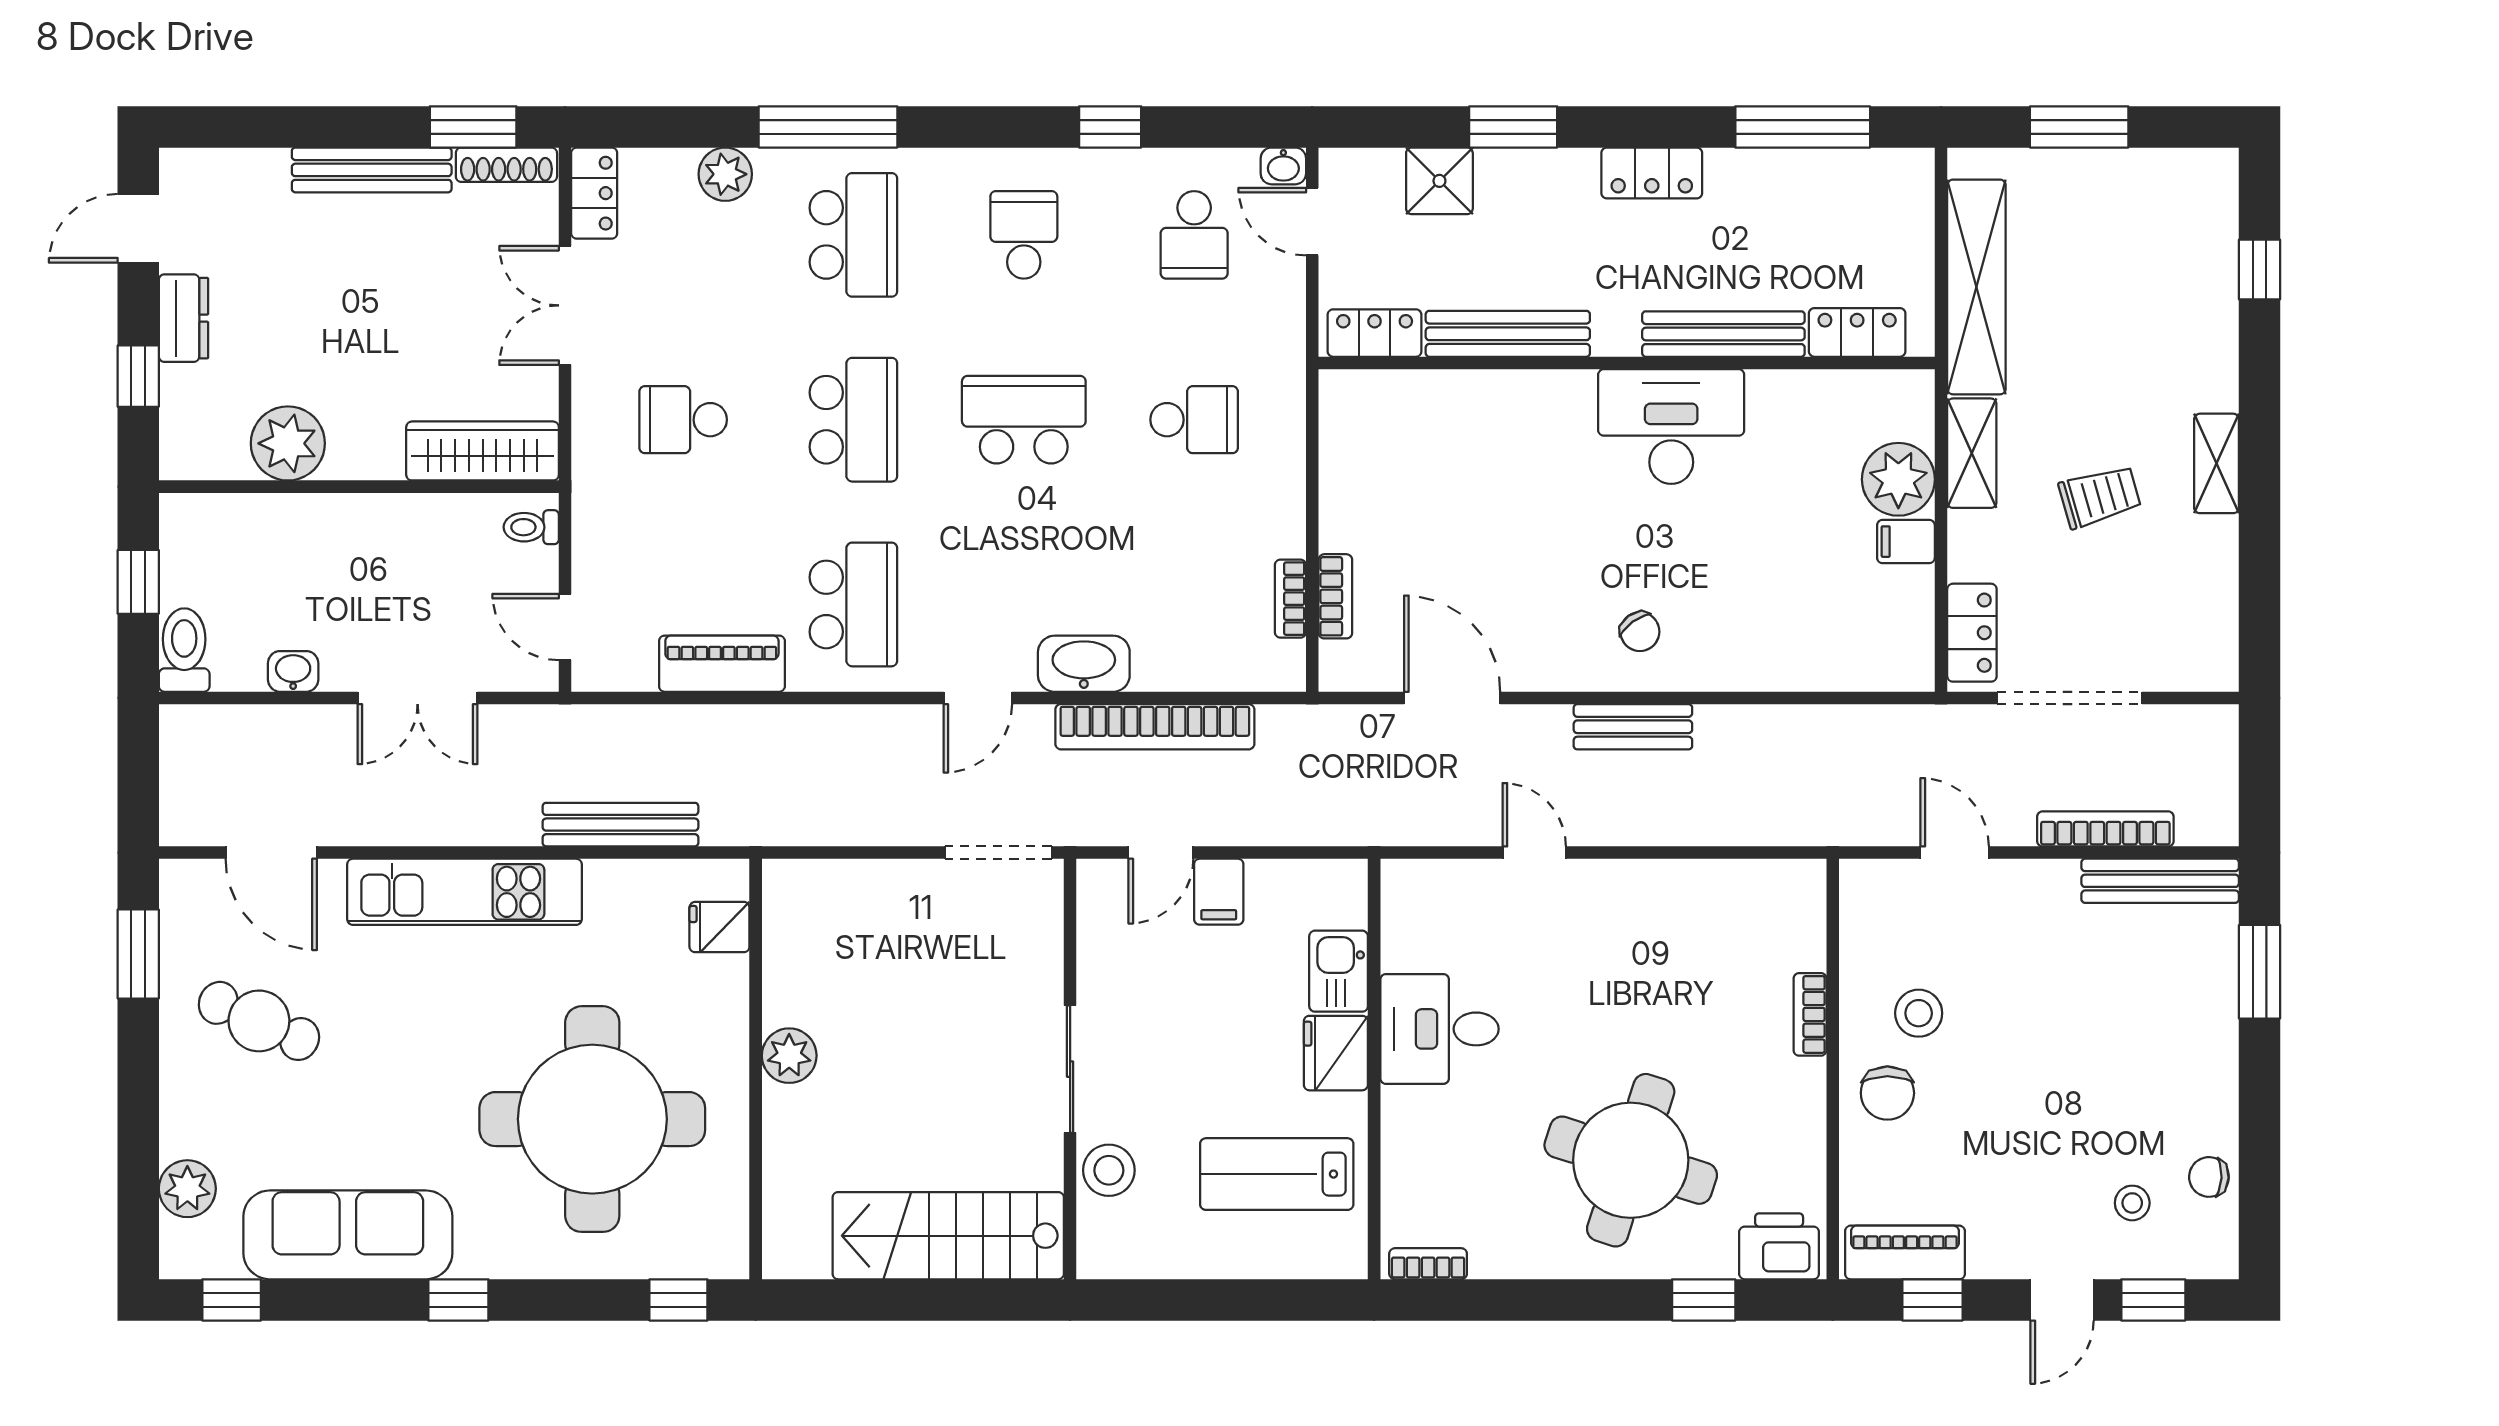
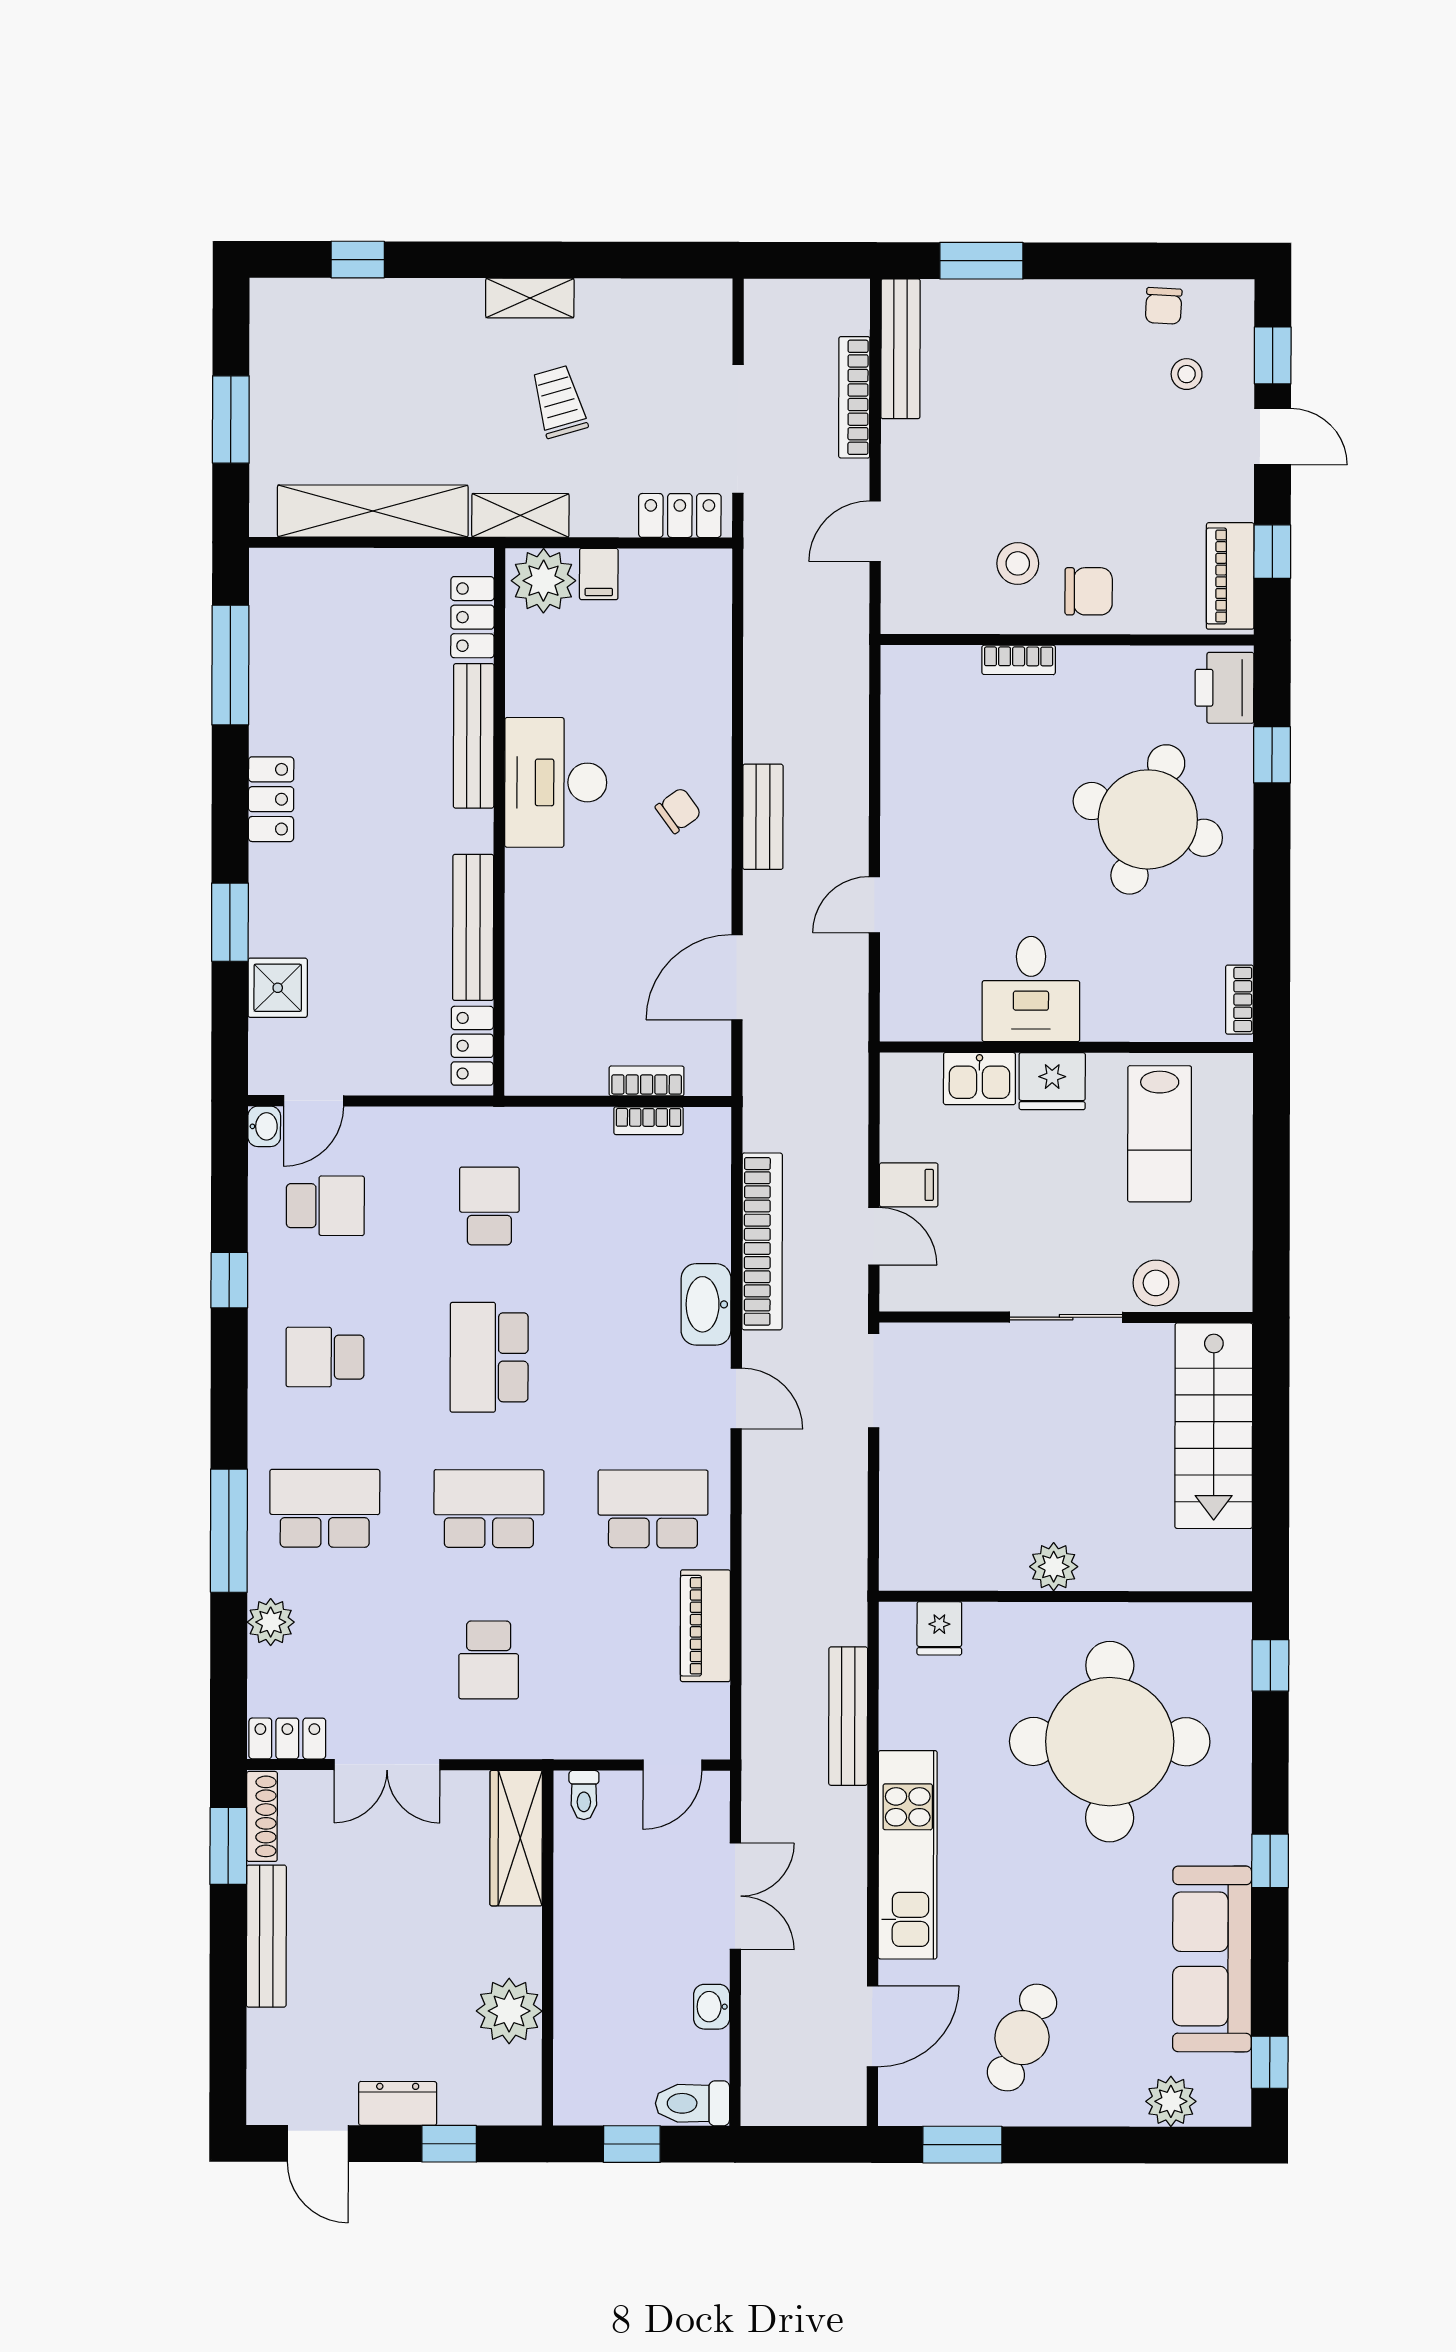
locker: (1857, 332) -> (472, 617), moved
locker: (1375, 333) -> (472, 1046), moved
bench: (1508, 334) -> (473, 927), moved
bench: (1723, 334) -> (474, 736), moved
wall: (1627, 363) -> (499, 822), moved
desk: (1671, 427) -> (556, 782), moved

